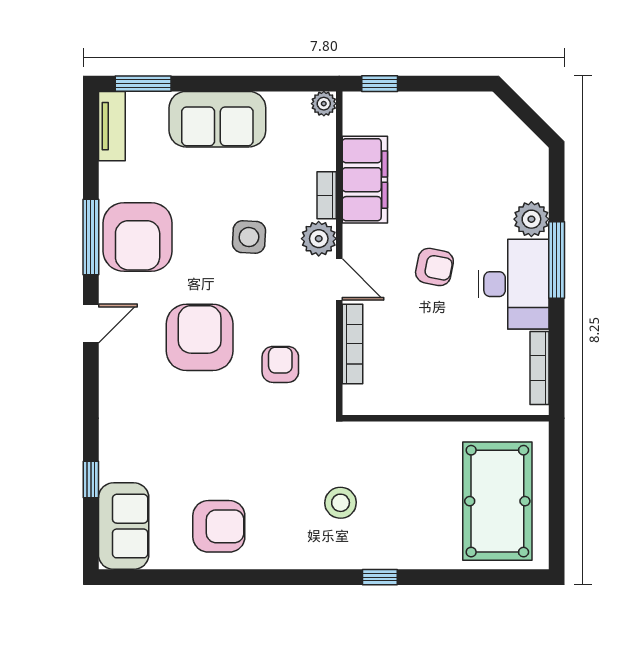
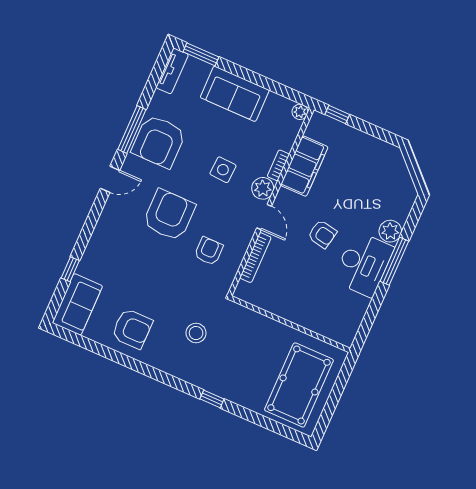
bookcase: (540, 368) -> (357, 319), removed
stool: (341, 503) -> (196, 333), moved

